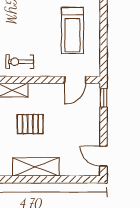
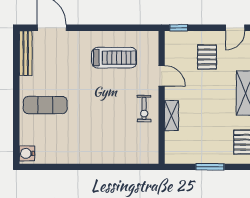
door: (75, 80) -> (162, 76), moved
pallet: (30, 124) -> (207, 57), moved

